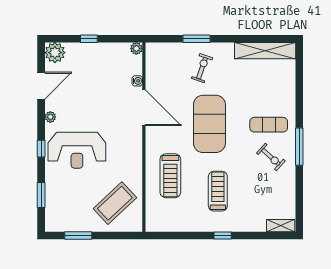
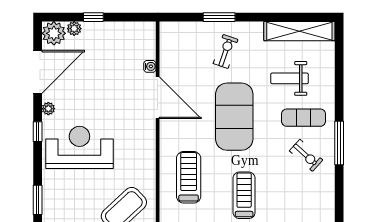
plant: (136, 48) -> (74, 29), moved
door: (41, 86) -> (38, 72), width x1.36
weight bench: (257, 91) -> (290, 78), added
window: (41, 149) -> (38, 132), moved
reception desk: (77, 150) -> (79, 147), turned 180
treadmill: (170, 176) -> (189, 177), turned 180

